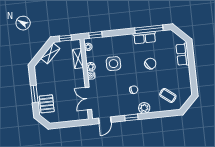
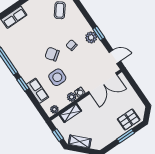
window: (95, 35) -> (23, 84), moved
row of seats: (145, 38) -> (37, 91), moved
chair: (150, 64) -> (52, 54), moved
double door: (88, 99) -> (103, 83), width x1.37
plant: (144, 108) -> (91, 37), moved

